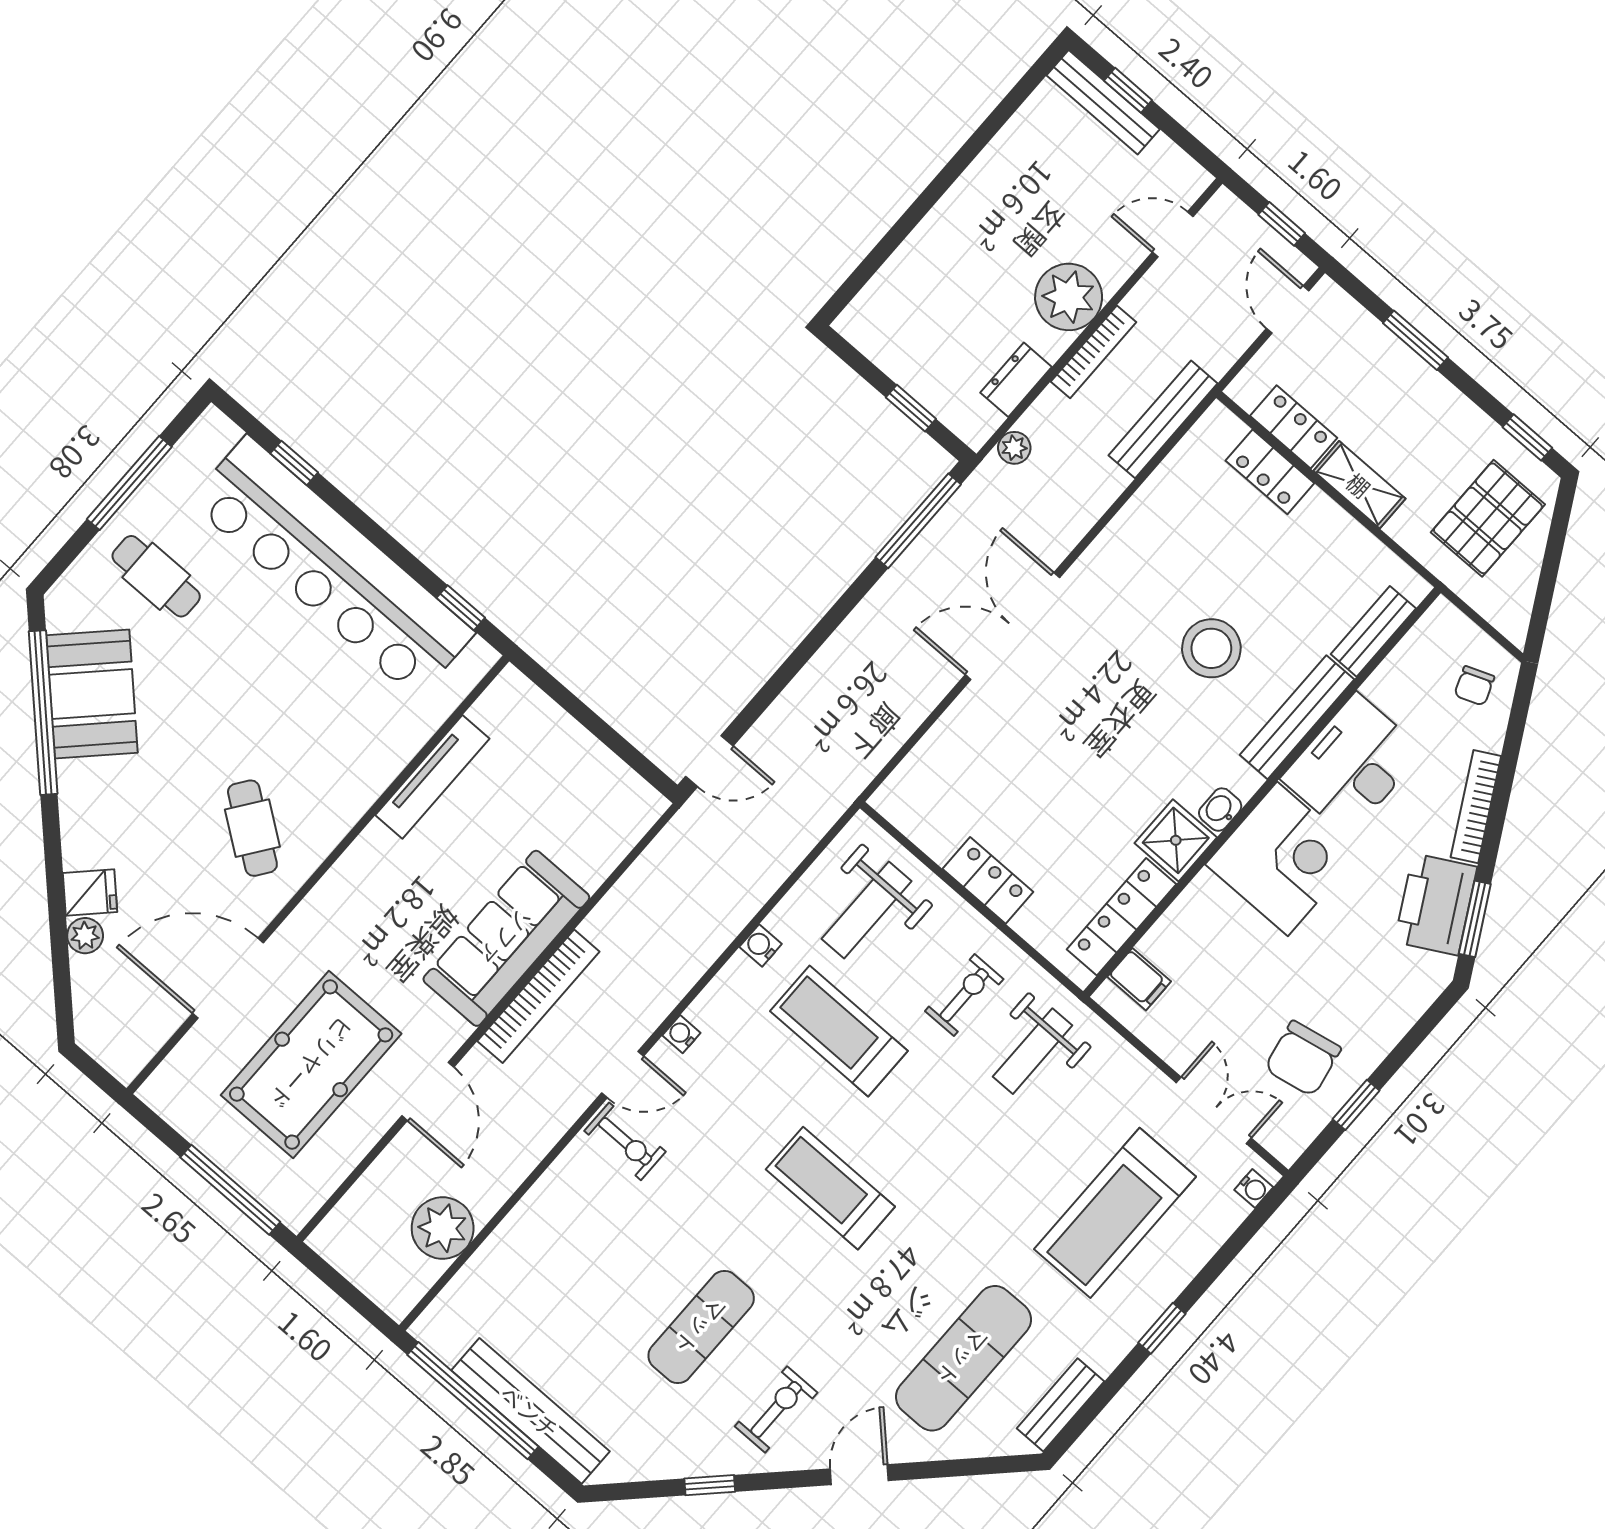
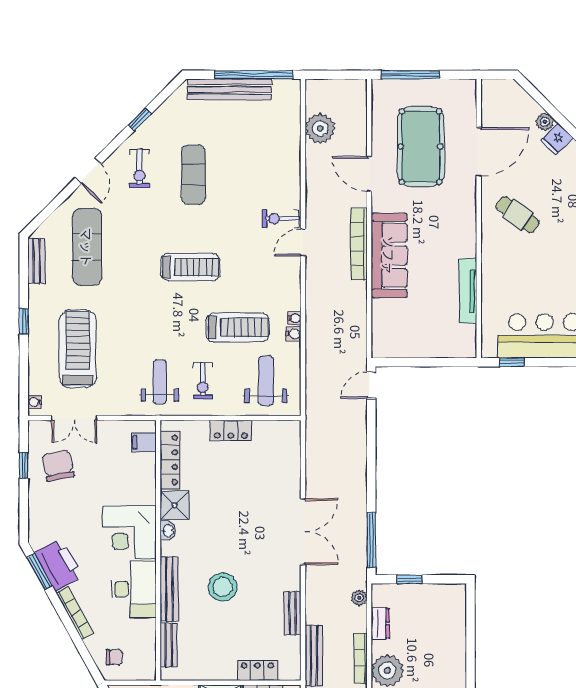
bench: (1138, 514) -> (293, 613), added
chair: (1474, 686) -> (114, 657), turned 111
water cooler: (681, 1034) -> (294, 318), moved

